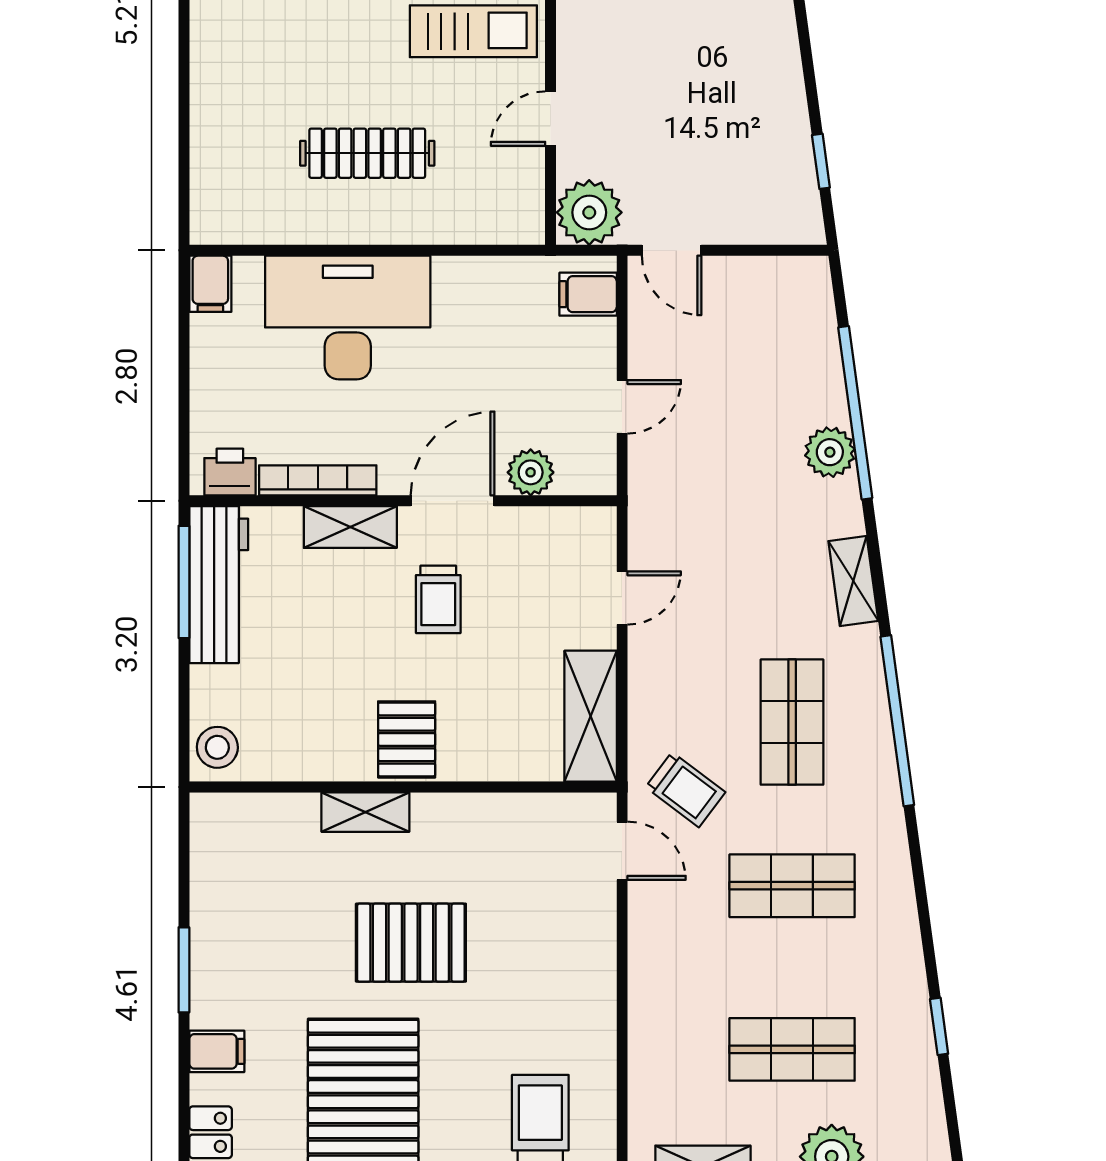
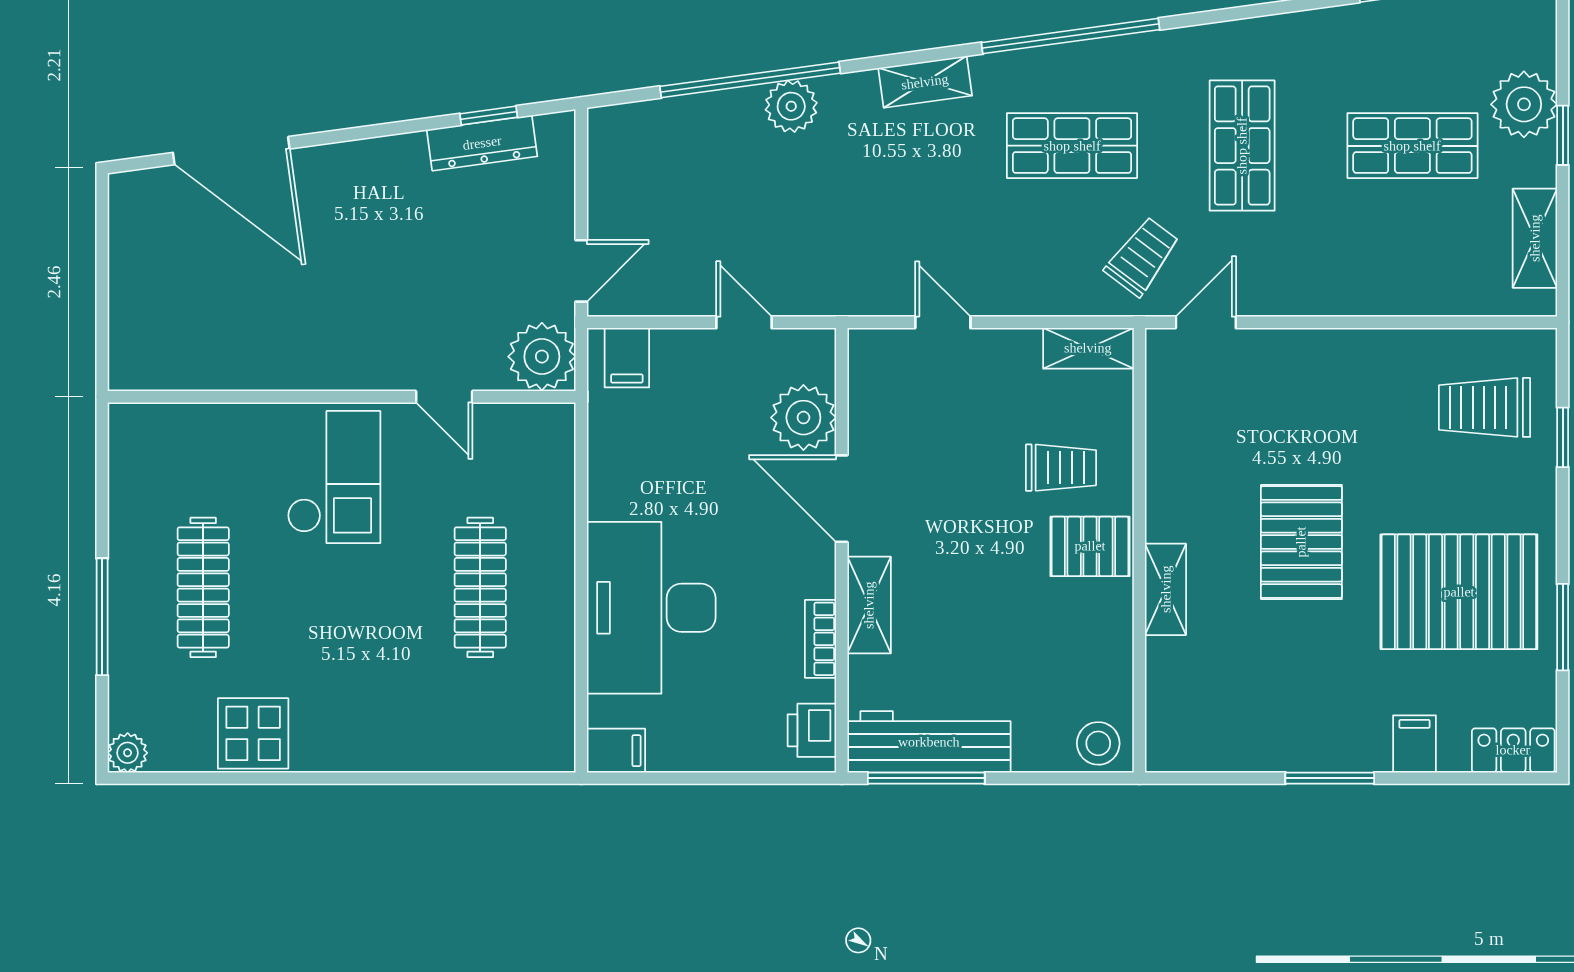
dresser: (794, 155) -> (482, 143), added
plant: (531, 472) -> (803, 418), width x1.36, depth x1.36
bookcase: (318, 480) -> (821, 639), width x0.64
trolley: (438, 599) -> (1061, 468), moved
shelving: (591, 716) -> (1088, 348), width x0.67, depth x0.75
shop shelf: (792, 1049) -> (1412, 146), turned 90

